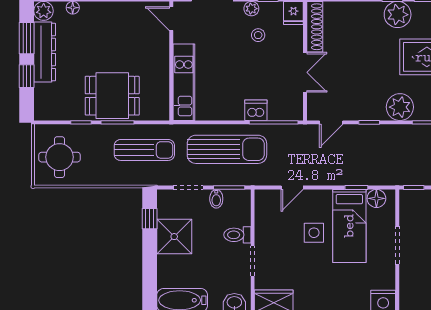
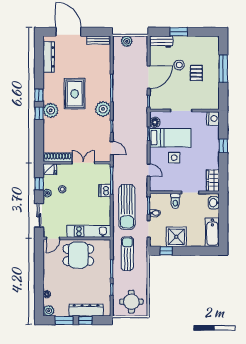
dresser: (45, 52) -> (86, 310), moved
dining table: (112, 96) -> (78, 255), moved, turned 90
sun lounger: (227, 149) -> (127, 207), turned 180

